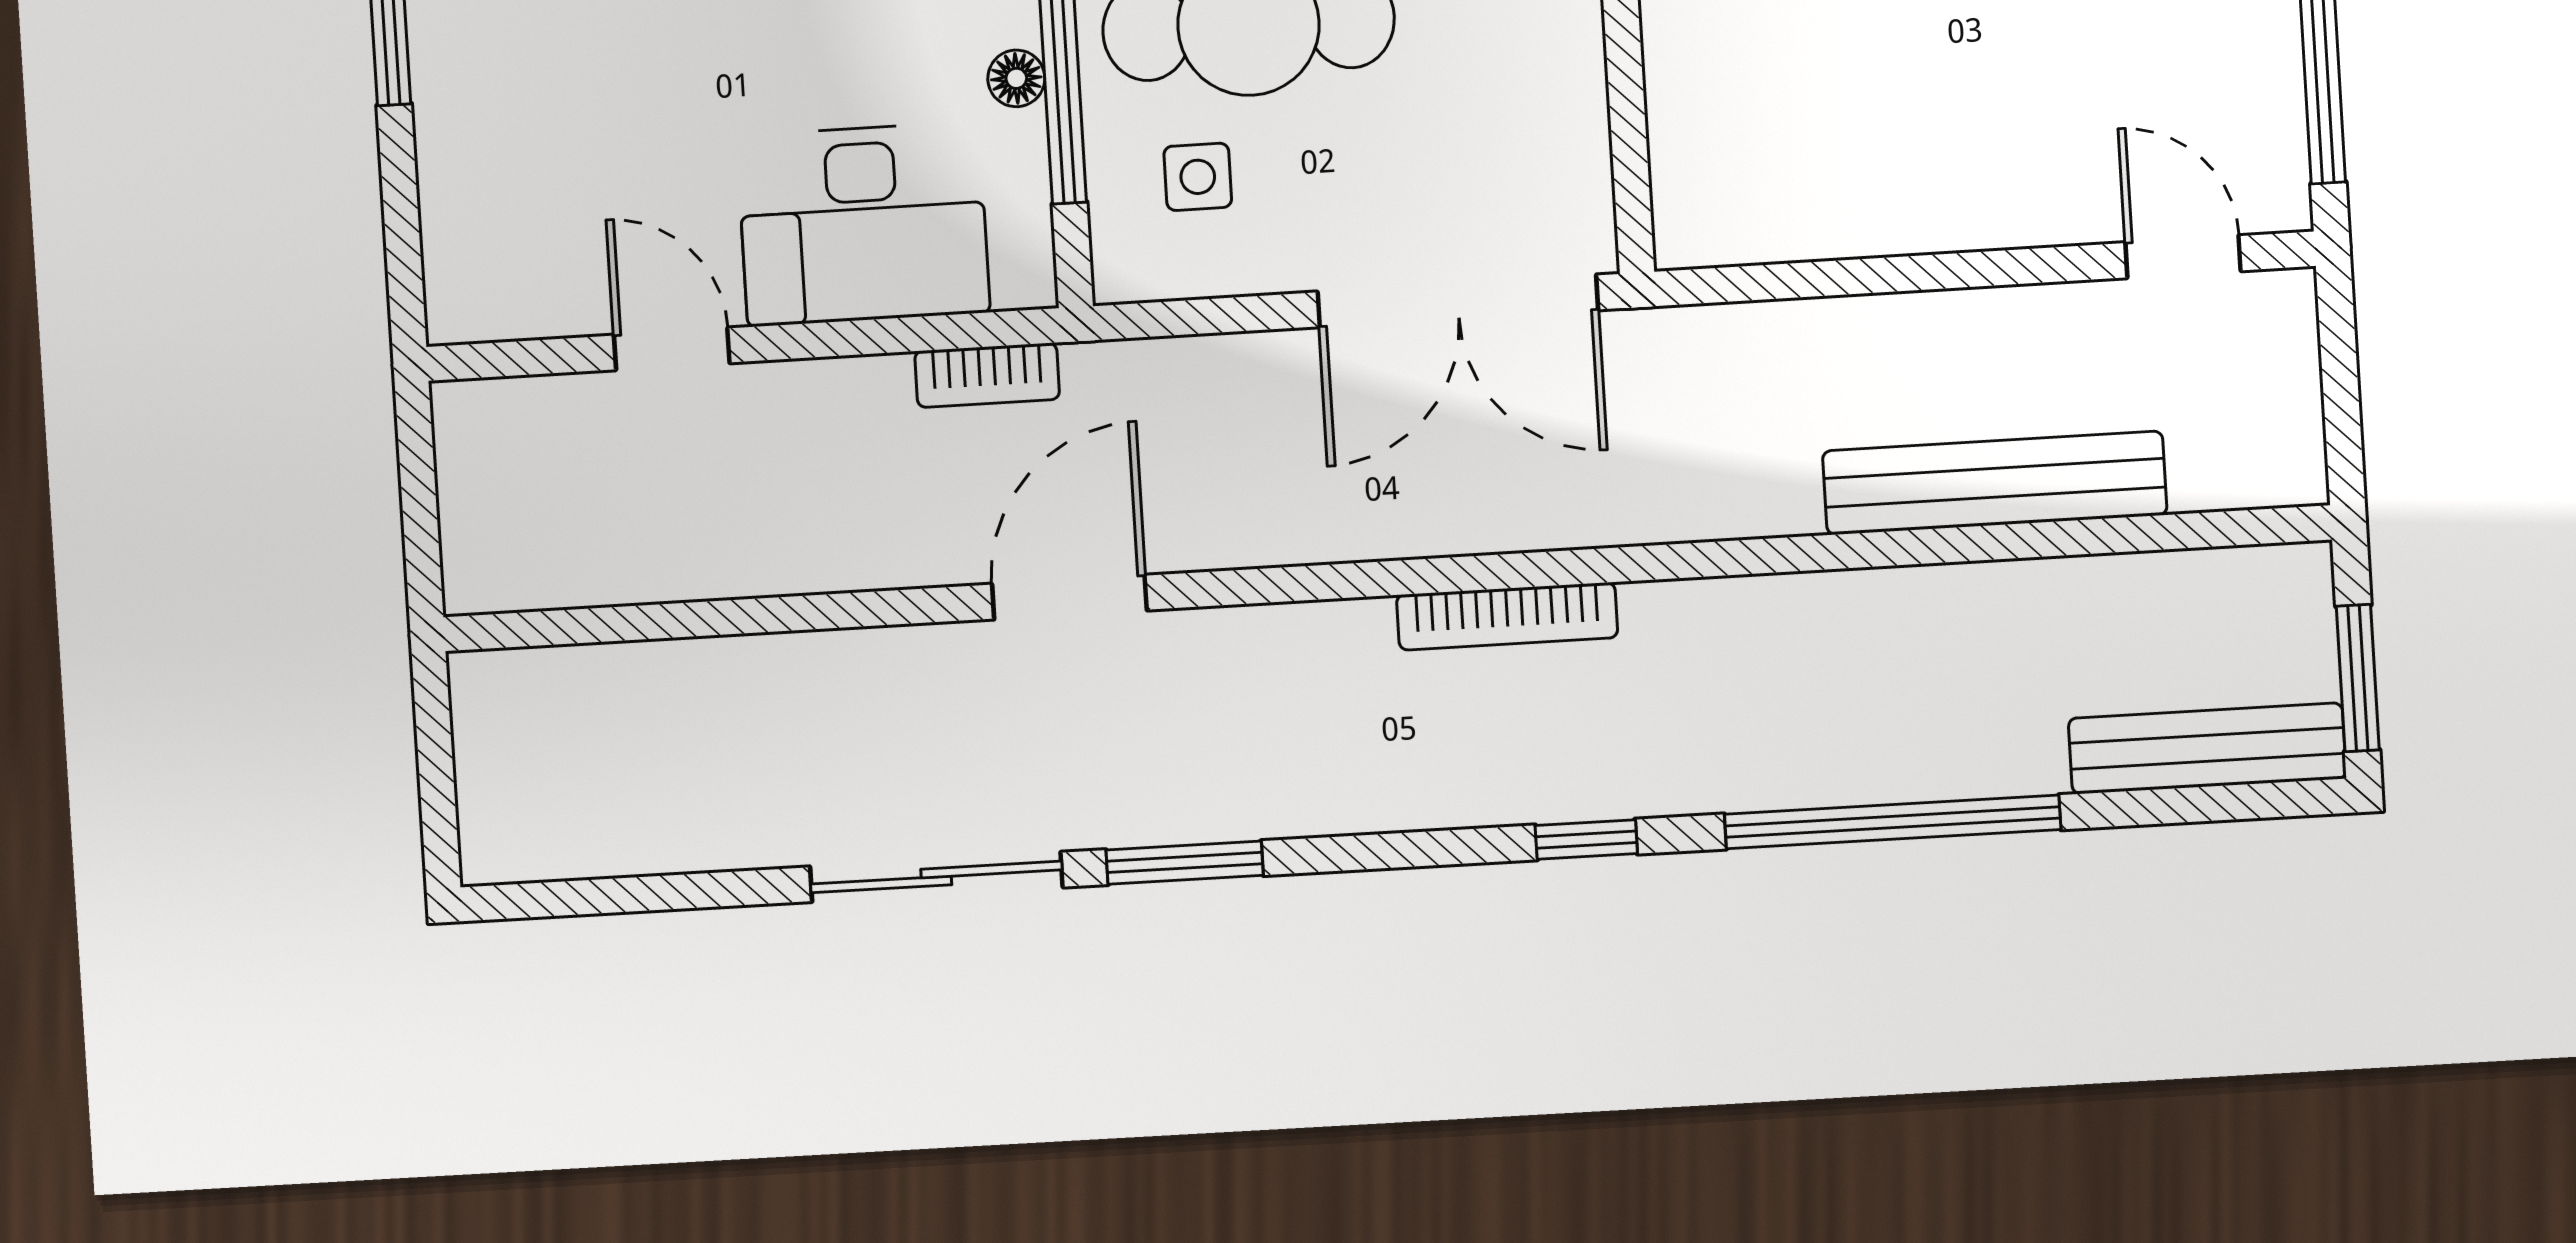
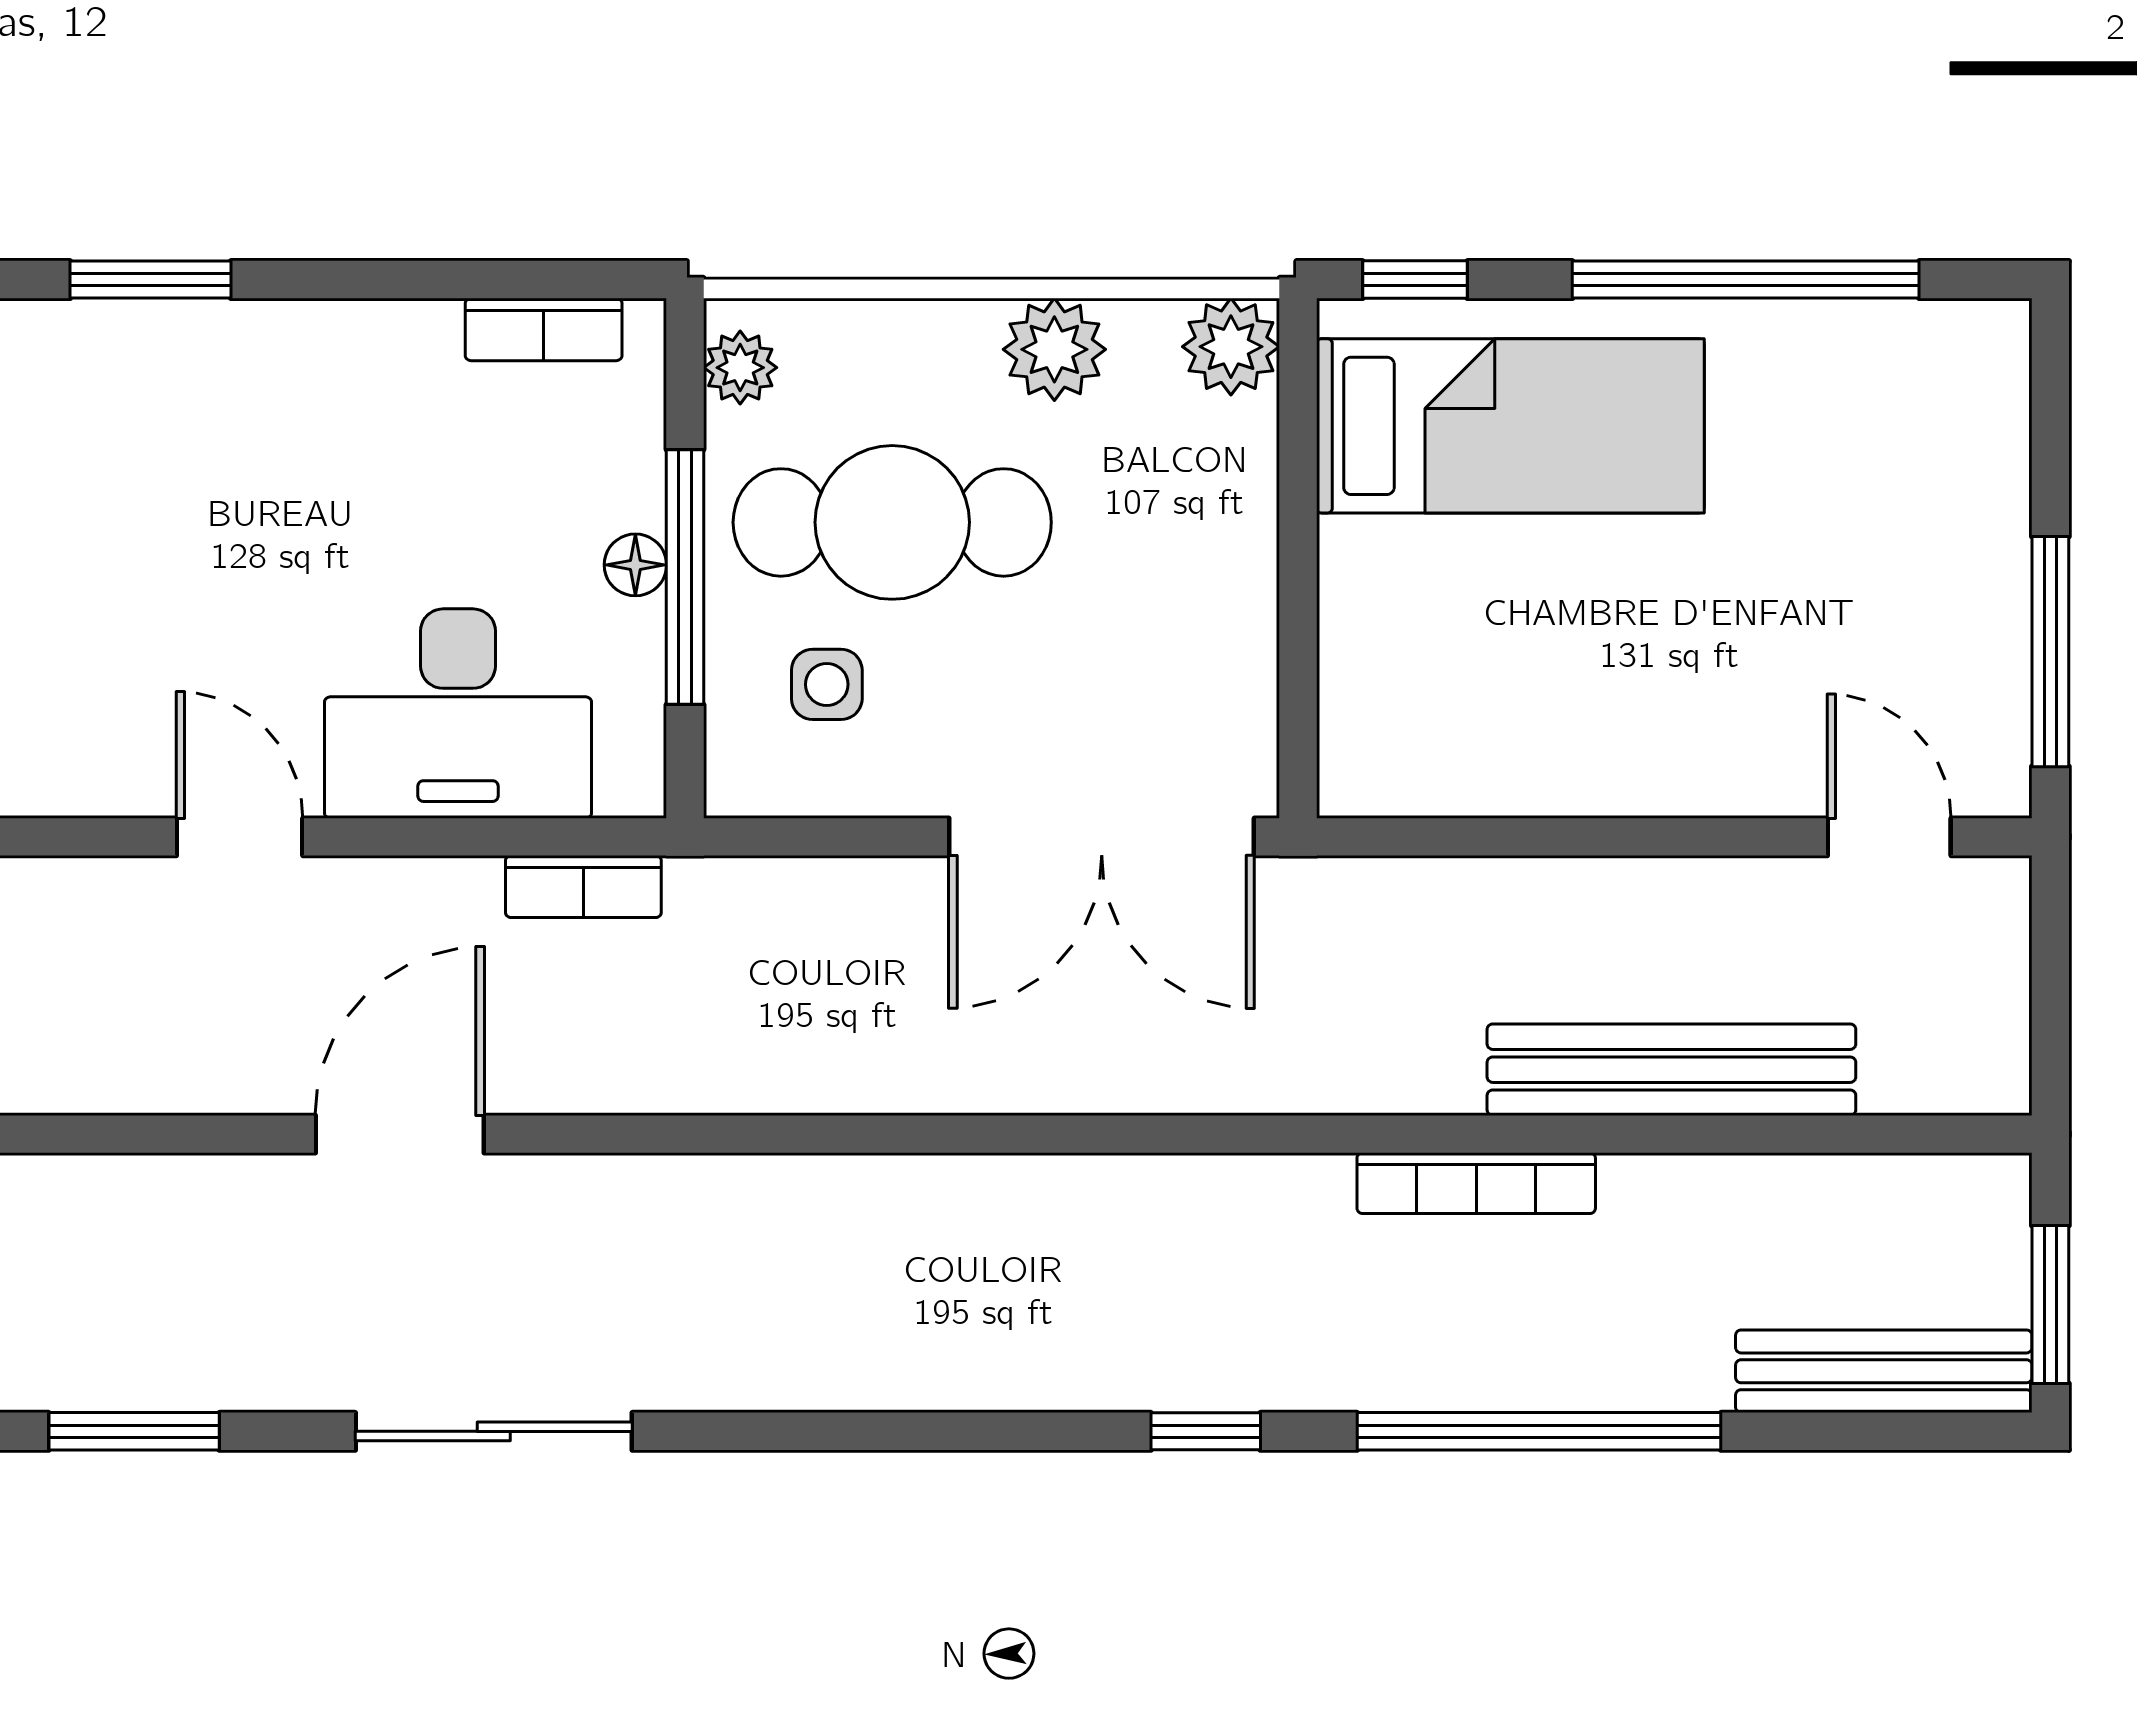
door: (1069, 597) -> (400, 1134), moved
bookcase: (1507, 616) -> (1476, 1183), moved
window: (1185, 863) -> (134, 1431), moved

